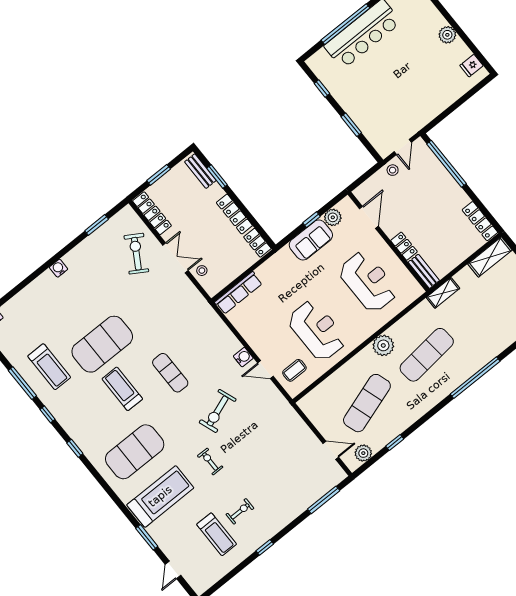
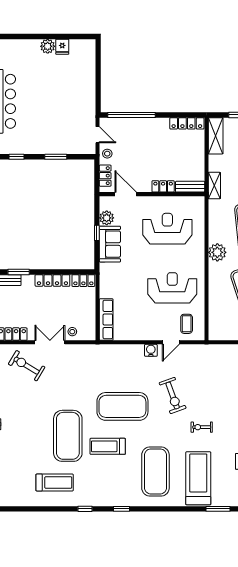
fridge: (472, 66) -> (62, 47), moved
locker: (371, 185) -> (105, 176), added
exercise mat: (170, 373) -> (122, 406), width x2.00, depth x1.45
window: (22, 383) -> (51, 509), removed

